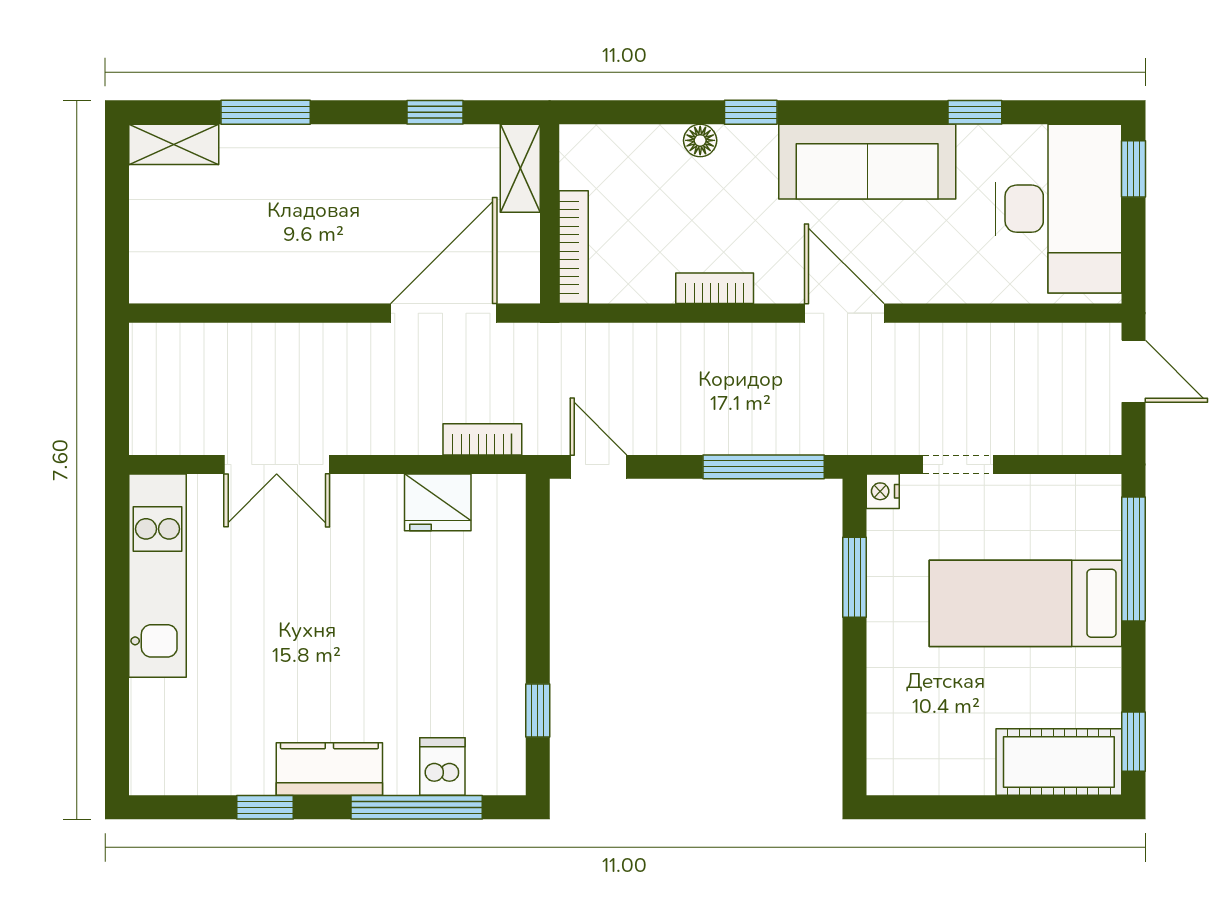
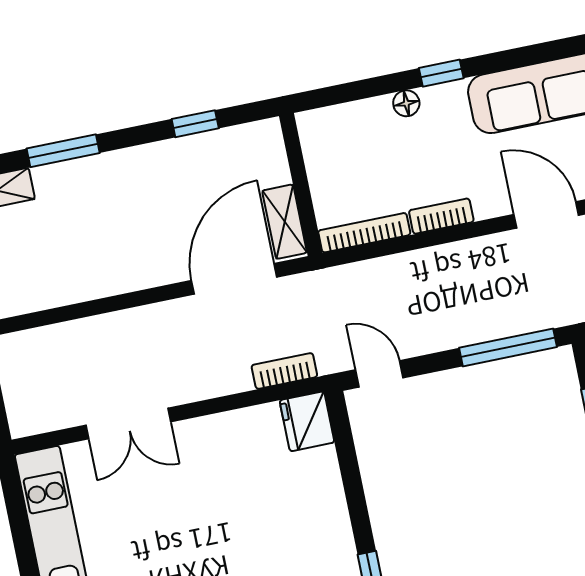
shelving: (520, 168) -> (285, 222), moved
bookcase: (574, 247) -> (364, 233), moved, turned -90
fridge: (438, 502) -> (307, 421), moved, turned 90

